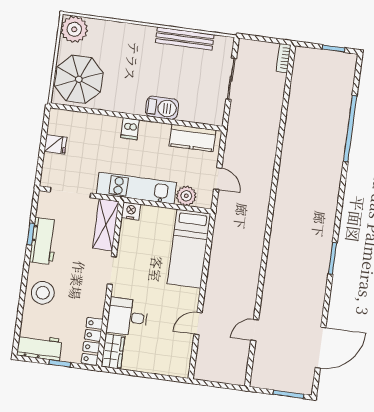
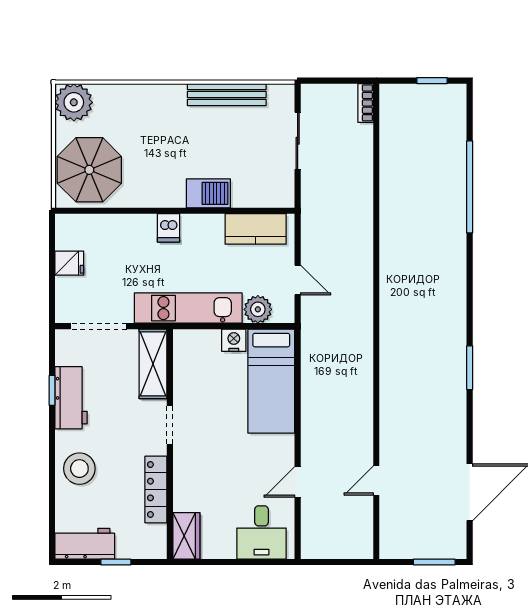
nightstand: (131, 211) -> (234, 340), moved
desk: (127, 317) -> (262, 532), moved, turned -90
locker: (92, 341) -> (156, 490), moved

